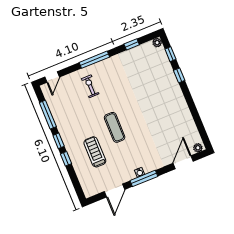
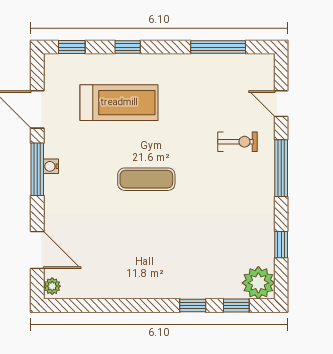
plant: (157, 43) -> (258, 283), width x1.88, depth x1.88
door: (52, 77) -> (281, 104), moved
exercise mat: (115, 127) -> (146, 179), moved
window: (59, 141) -> (72, 47), moved
treadmill: (95, 152) -> (119, 103), width x1.37, depth x1.38

